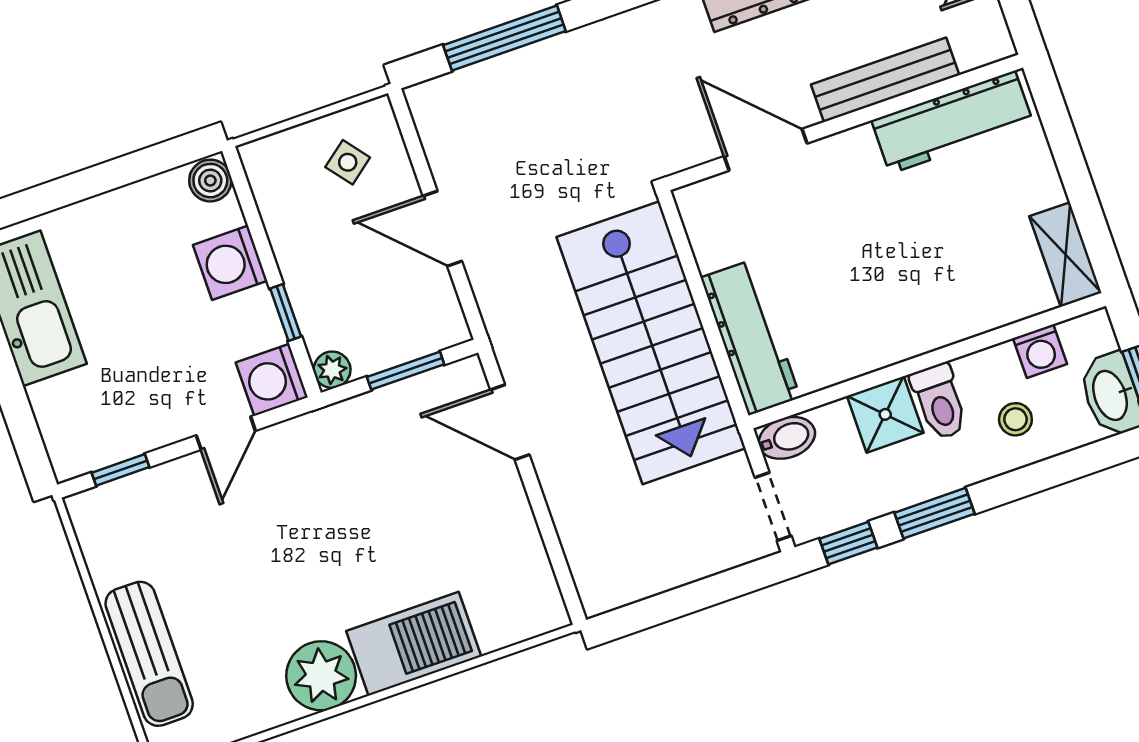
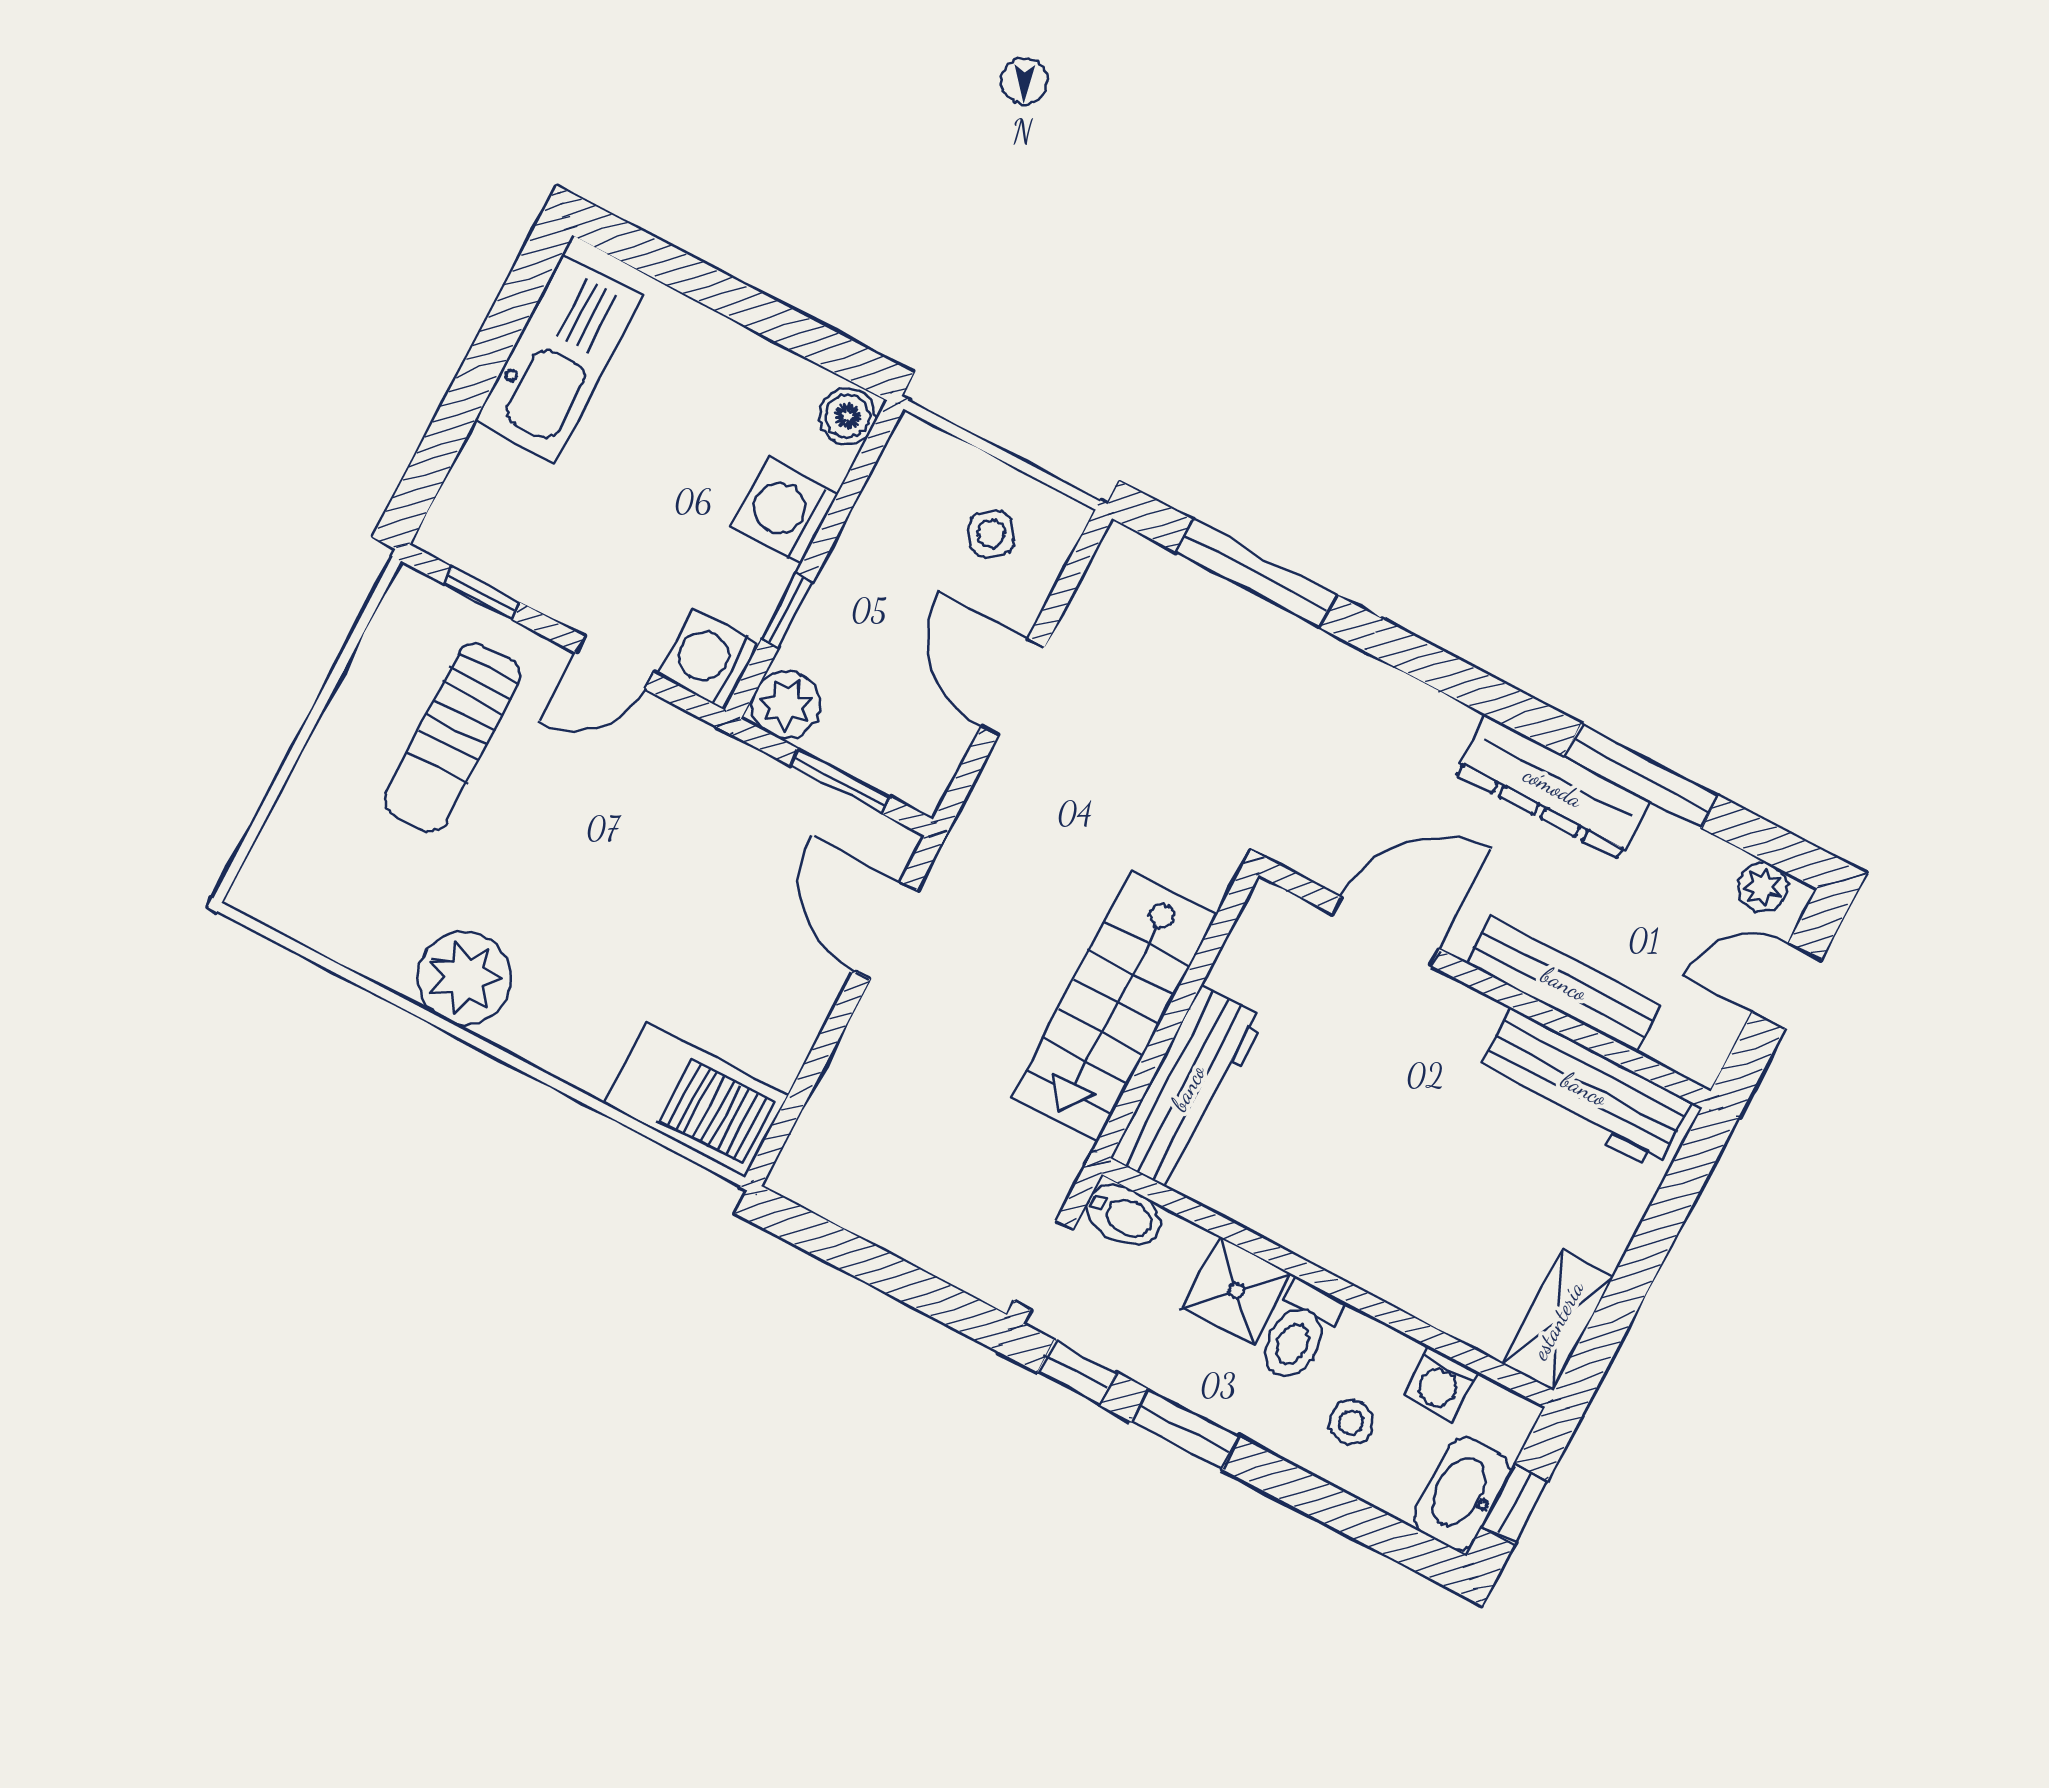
door: (766, 150) -> (1386, 931), hinge flipped
stairs: (651, 343) -> (1114, 1007), width x0.73, depth x0.66
plant: (332, 370) -> (786, 705), width x1.38, depth x1.38
barbecue: (414, 644) -> (696, 1100), moved
sun lounger: (149, 654) -> (452, 738), moved

